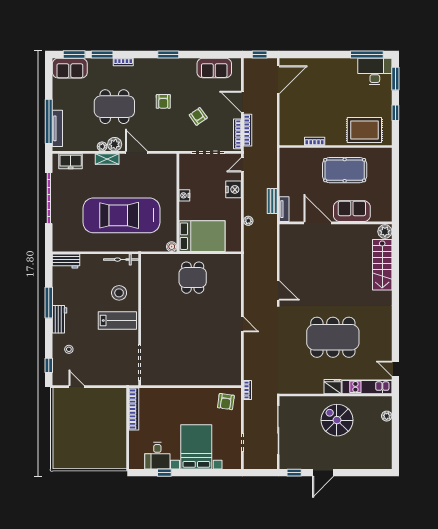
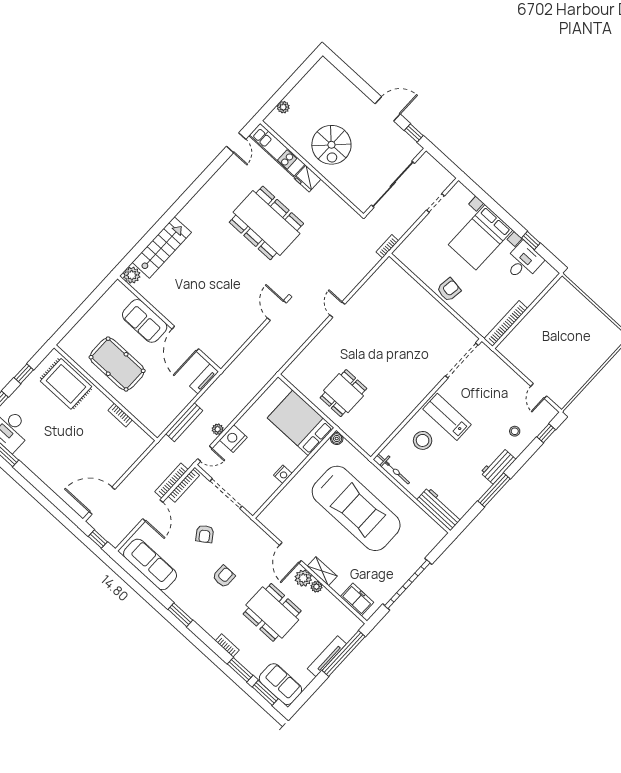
sofa: (214, 68) -> (150, 564), width x1.36
tv unit: (57, 128) -> (327, 656), moved
bench: (272, 201) -> (184, 422), moved, width x1.36
plant: (248, 221) -> (218, 429), moved
workbench: (66, 261) -> (439, 509), width x1.37
armchair: (226, 402) -> (449, 290), moved

